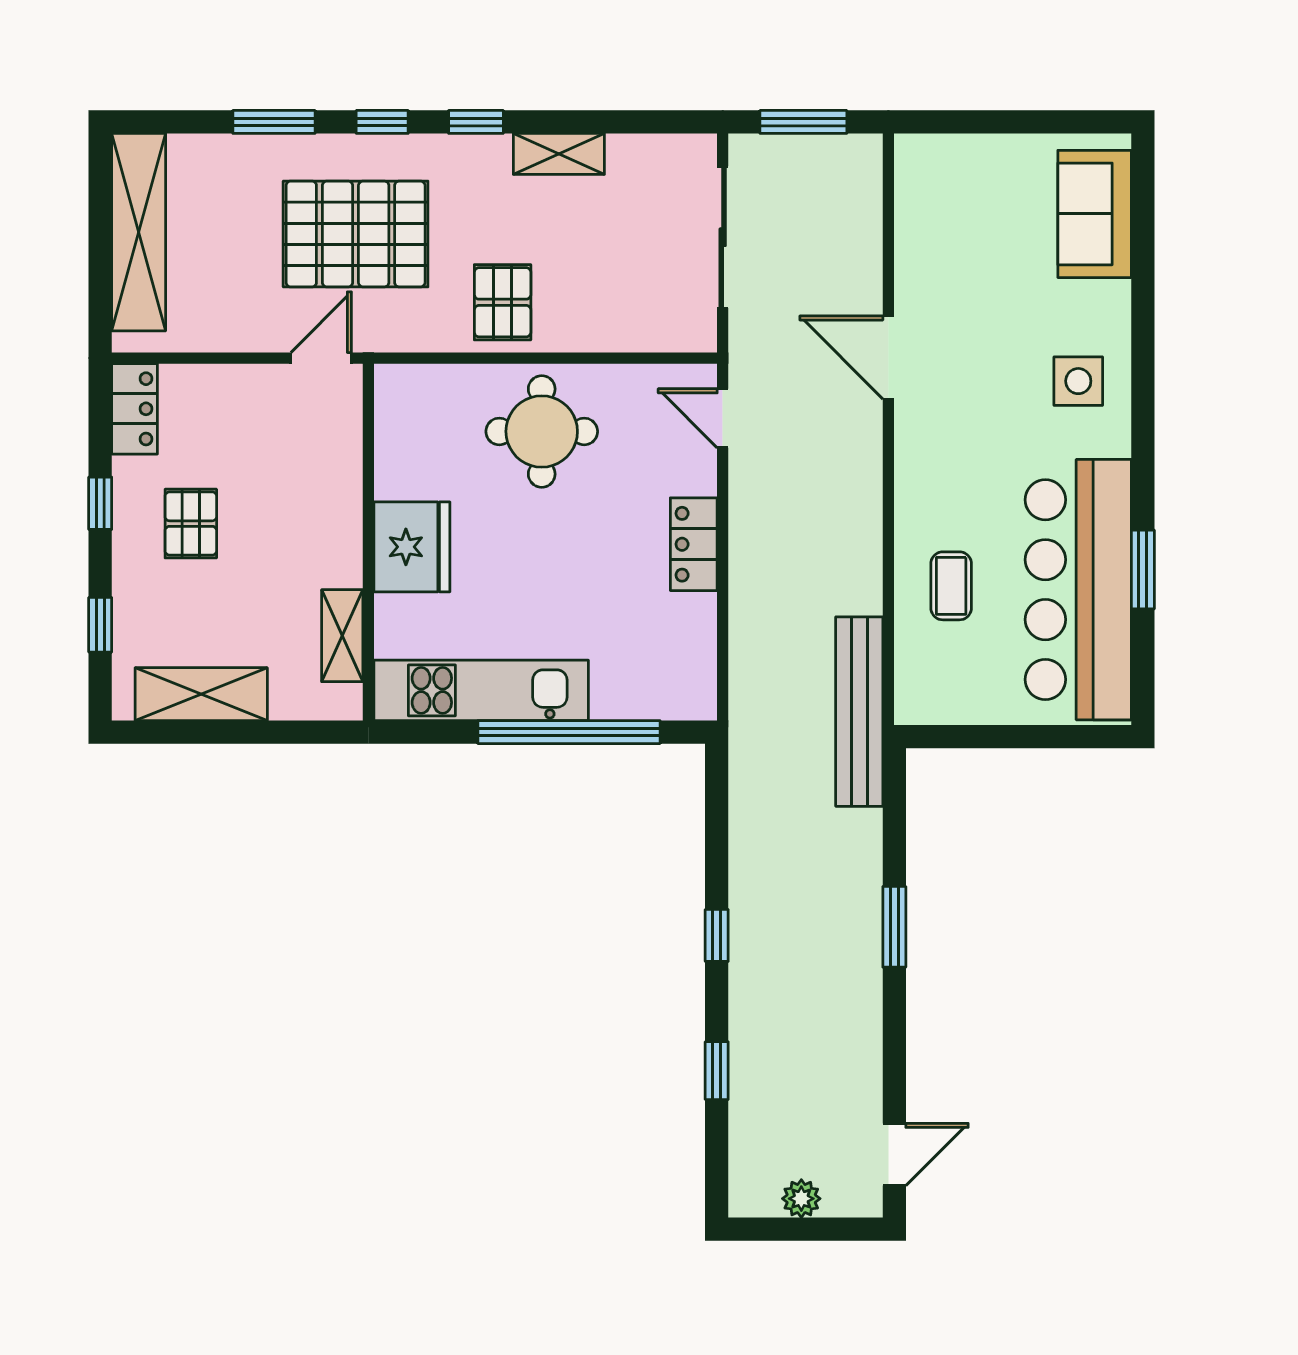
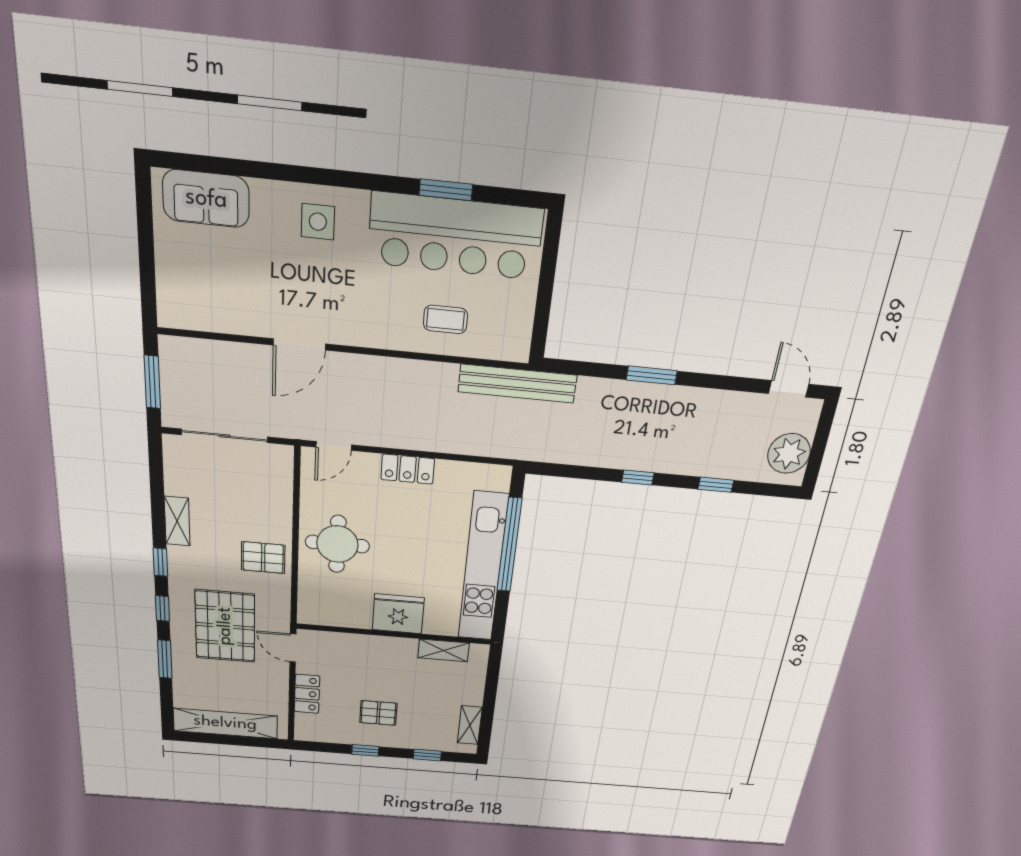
locker: (135, 409) -> (307, 694), moved, turned 90
kitchen unit: (481, 690) -> (483, 568), width x1.36
shelving: (201, 694) -> (470, 725), width x0.67, depth x0.75
plant: (801, 1199) -> (789, 453), width x1.87, depth x1.87

